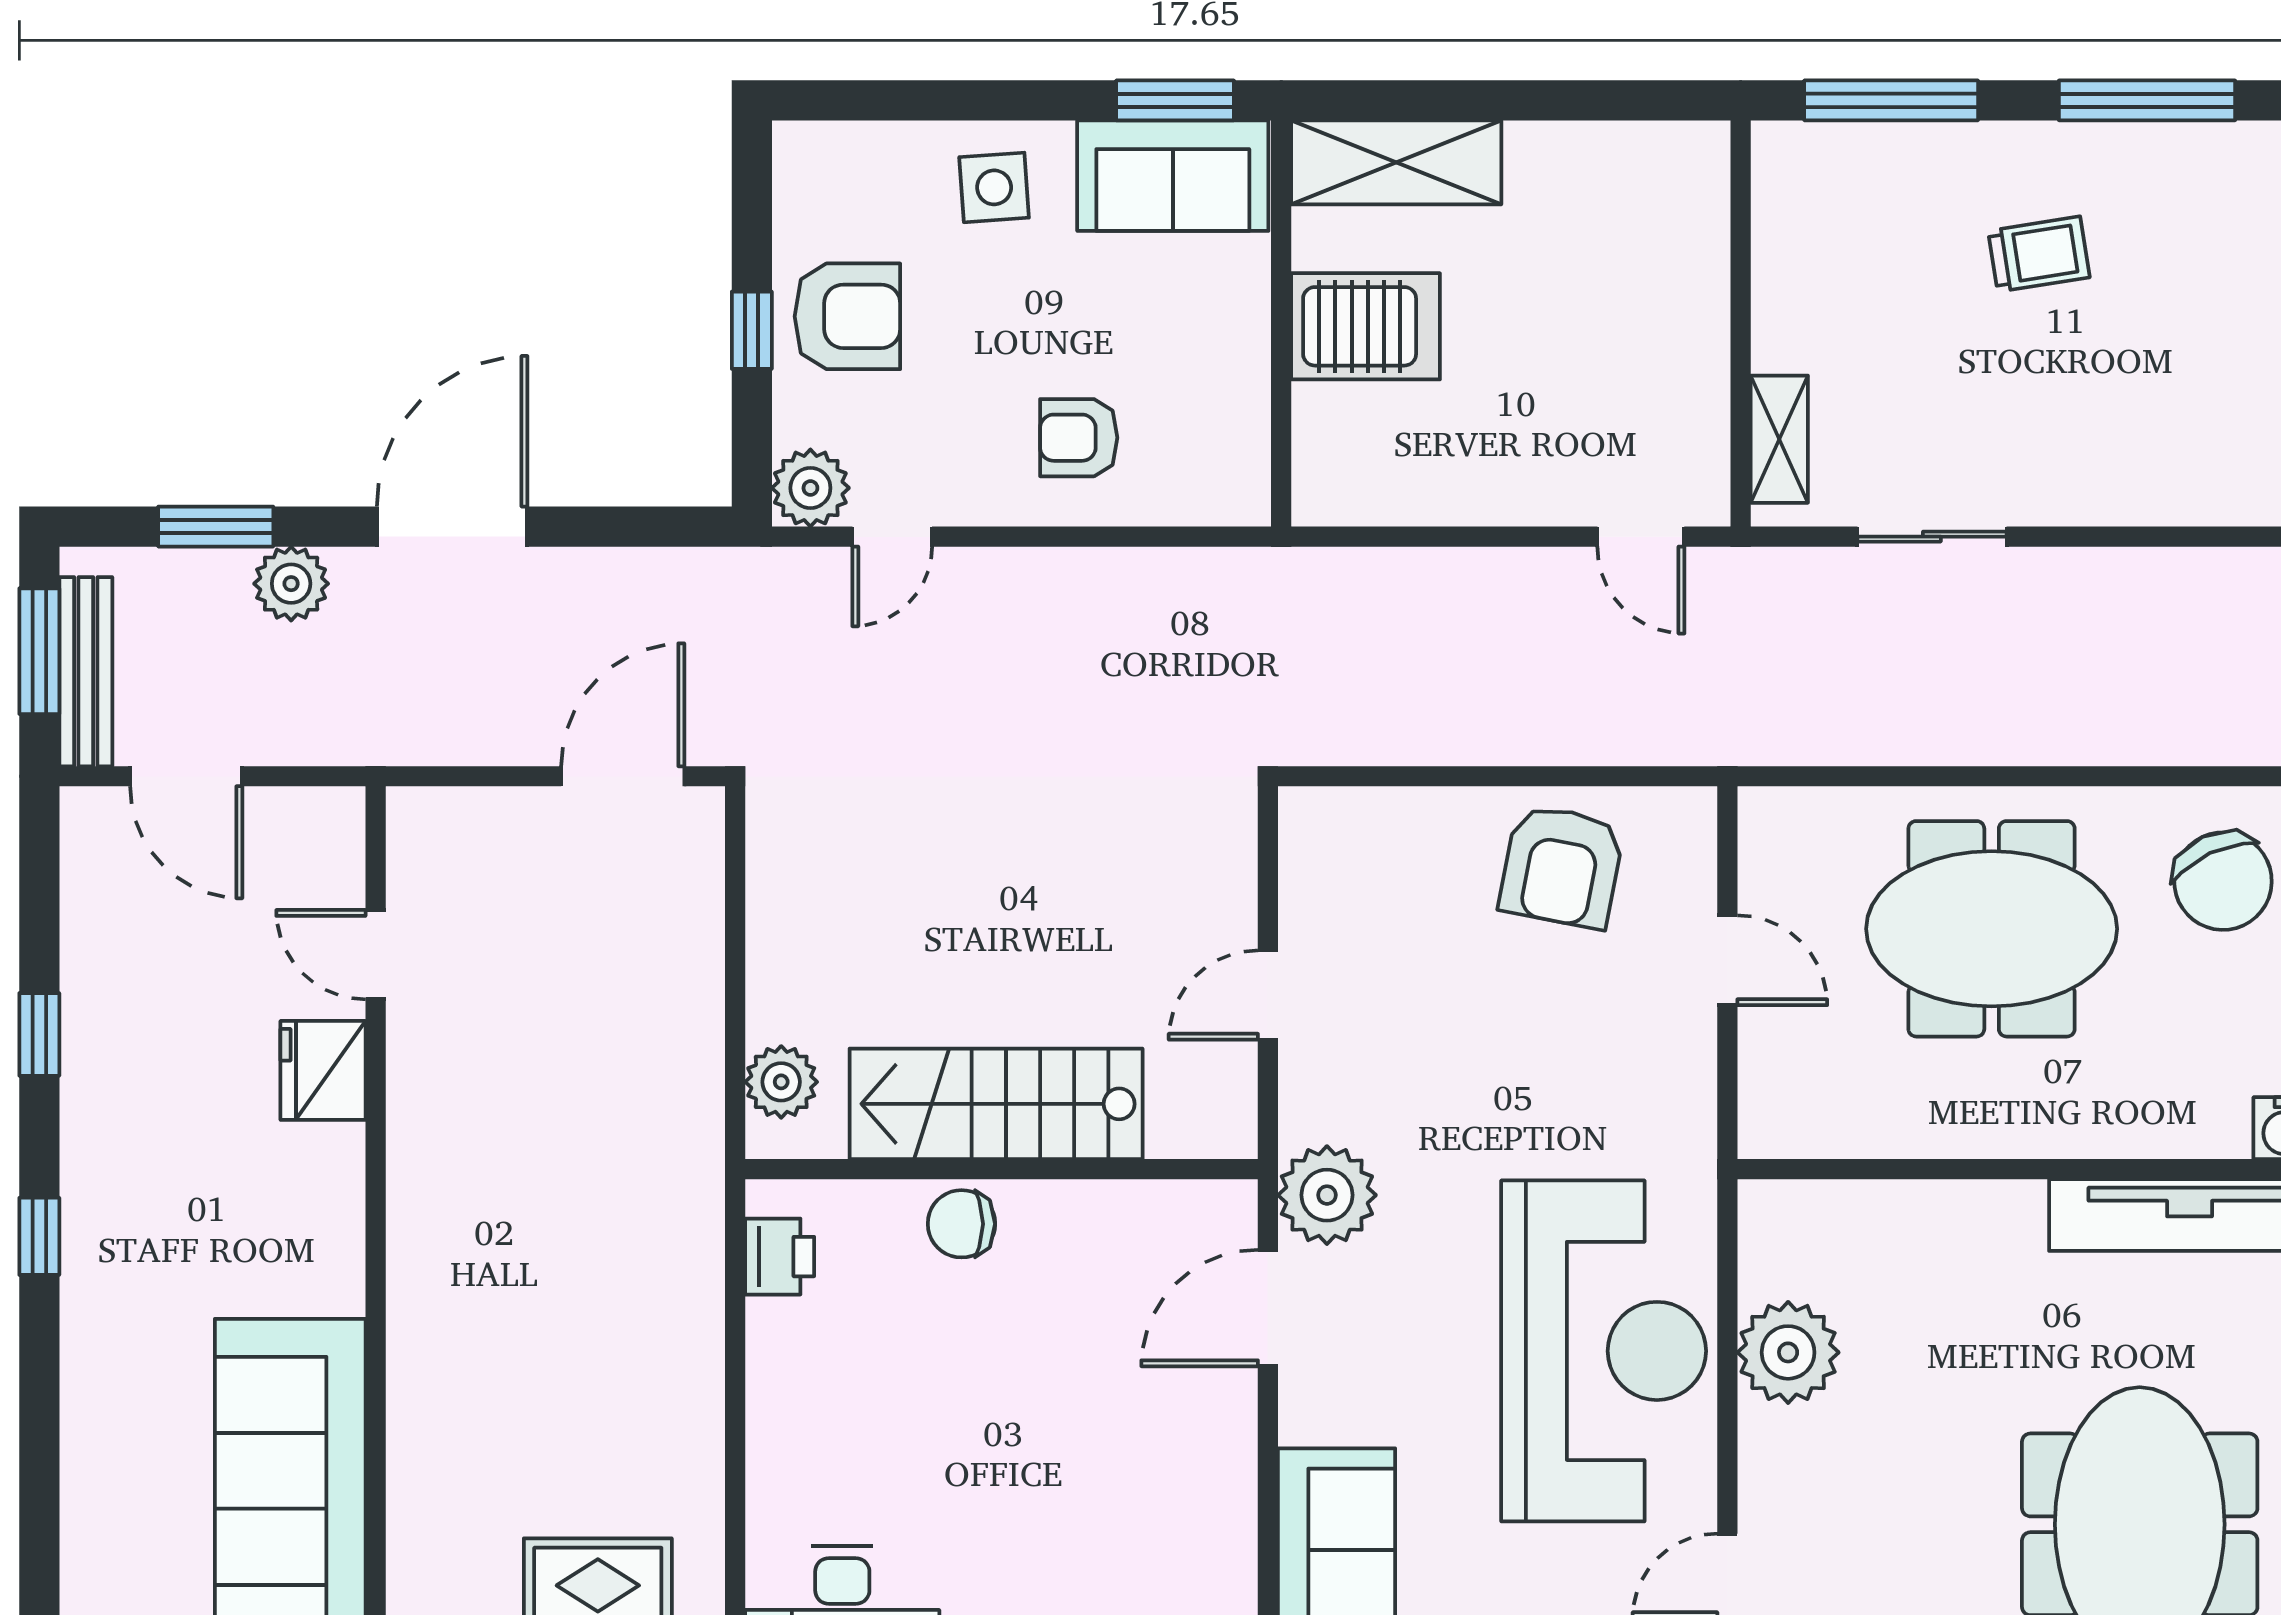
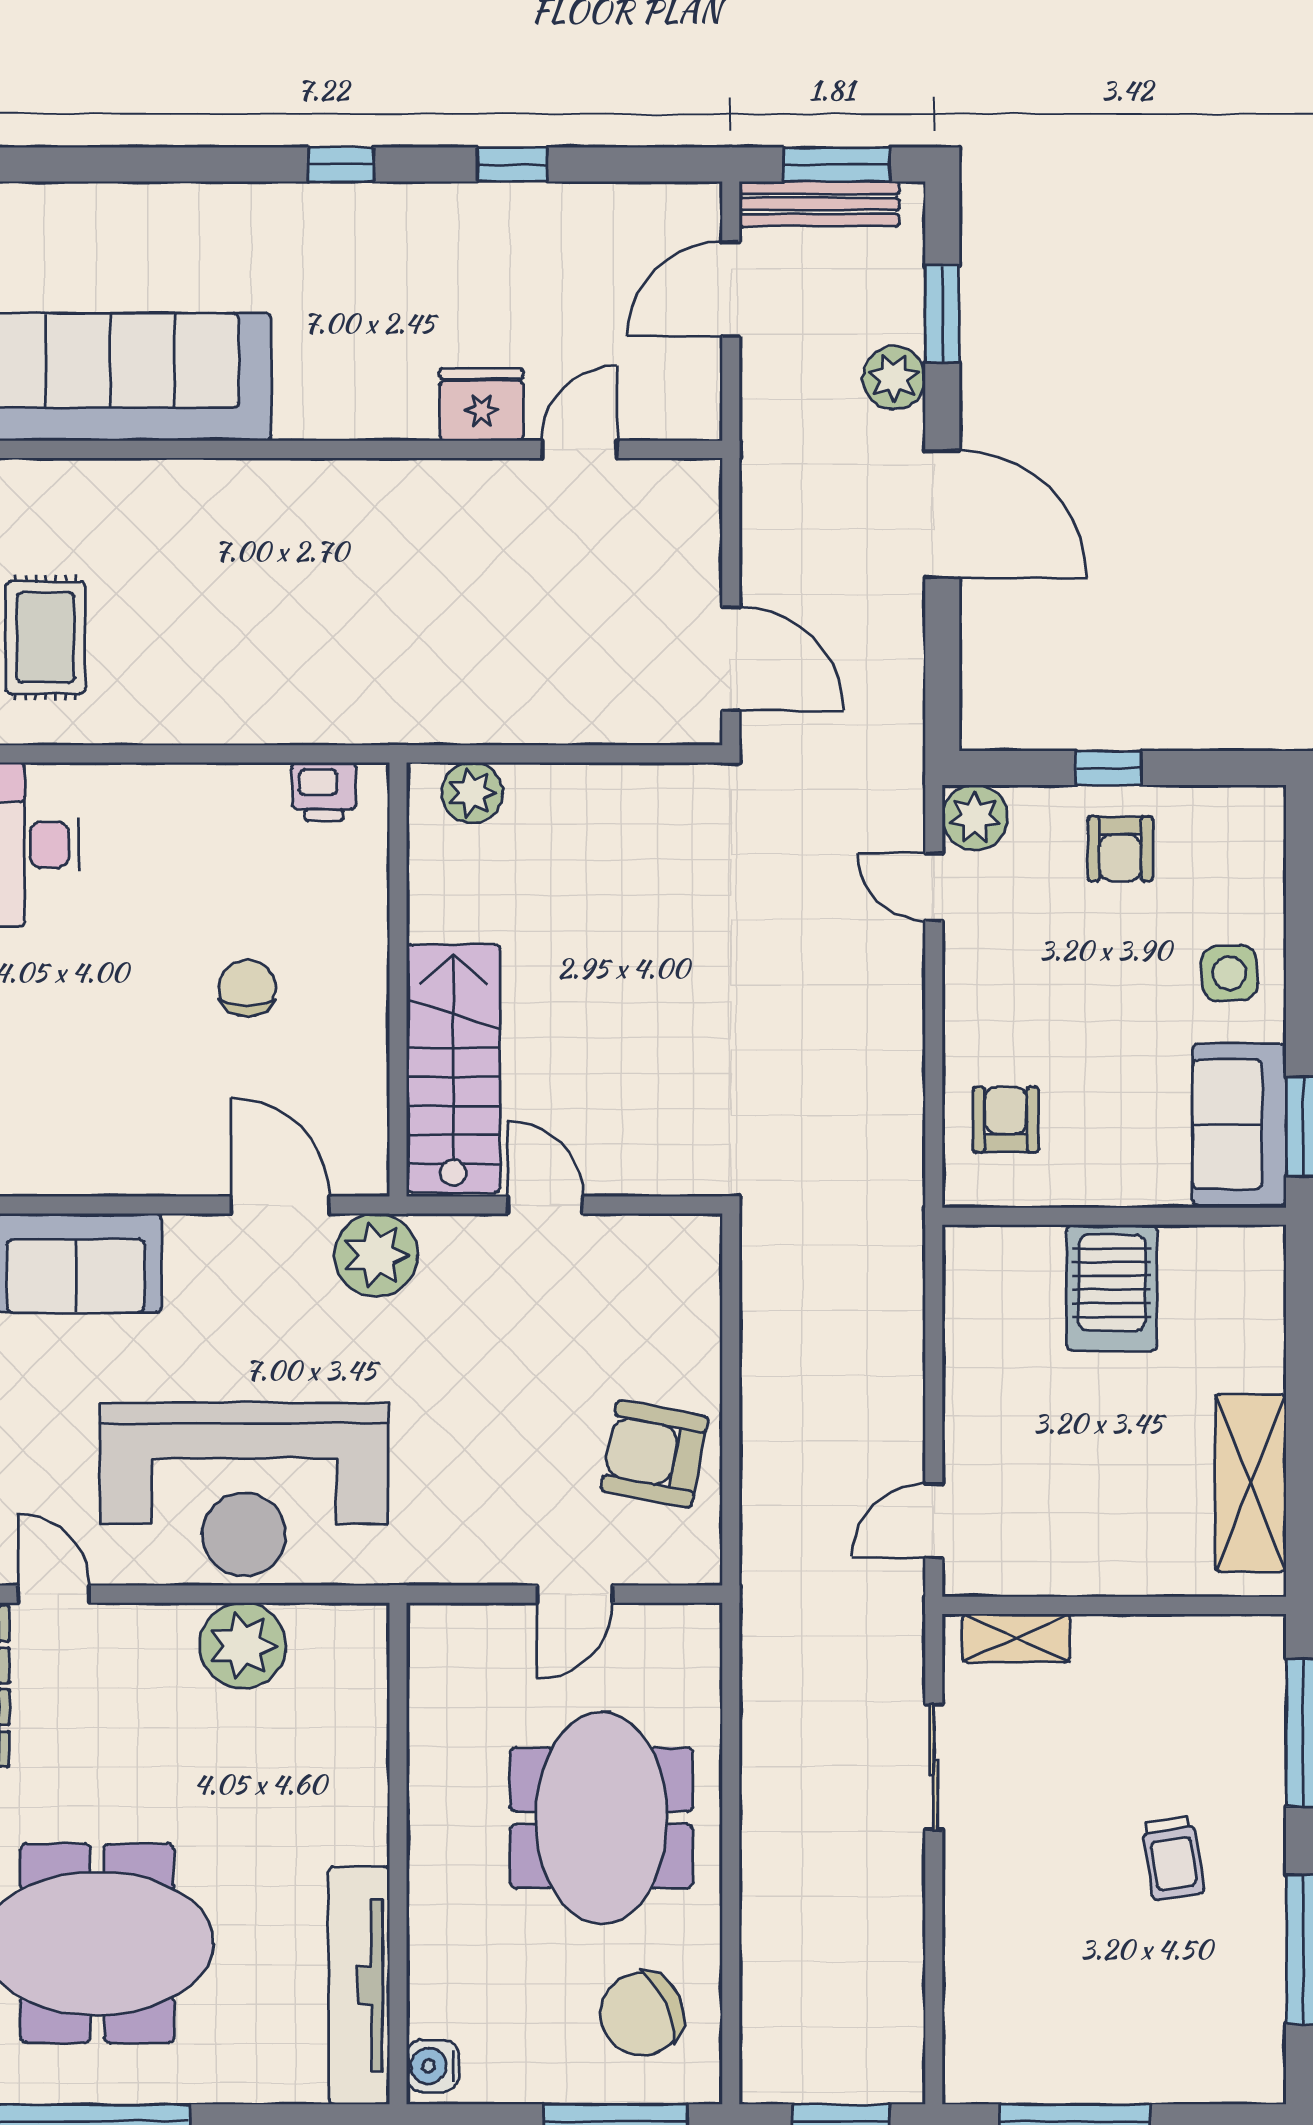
shelving: (1396, 162) -> (1251, 1483), moved
armchair: (847, 316) -> (1120, 849), width x0.72, depth x0.72
armchair: (1079, 438) -> (1006, 1120), moved
stairs: (996, 1104) -> (453, 1068), moved
chair: (961, 1224) -> (247, 988), moved

